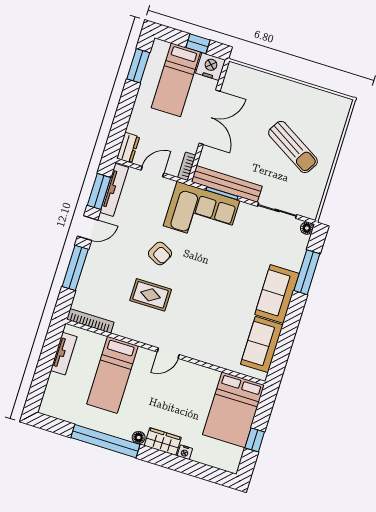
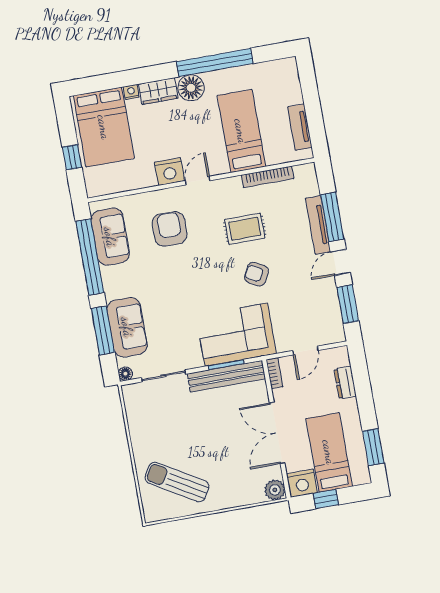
plant: (235, 72) -> (275, 490), added
sun lounger: (293, 147) -> (177, 482), moved
dresser: (128, 148) -> (345, 383), moved
tv unit: (114, 190) -> (318, 225), moved
sofa: (277, 294) -> (127, 327), moved
bookcase: (90, 321) -> (267, 177), moved
armchair: (211, 326) -> (170, 229), added
window: (287, 337) -> (90, 257), added
nightstand: (187, 372) -> (170, 172), added
bed: (233, 410) -> (104, 127), moved, turned 180
floor lamp: (139, 438) -> (191, 88), width x1.89, depth x1.89
window: (255, 440) -> (72, 157), moved

